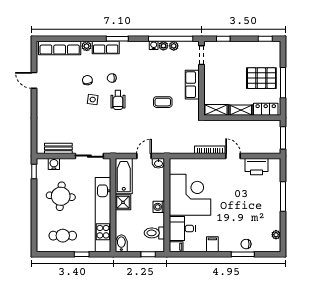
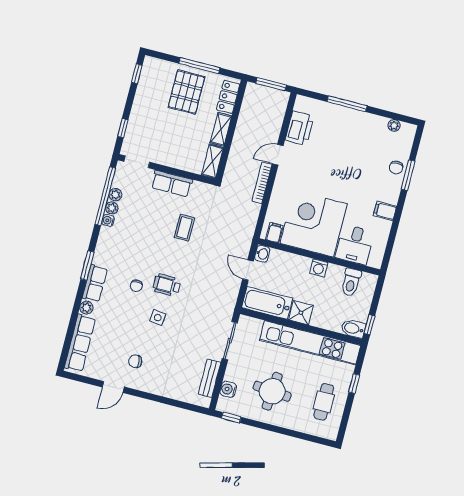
chair: (87, 80) -> (135, 361), moved
wheelchair: (118, 100) -> (167, 285), turned 180
filing cabinet: (176, 247) -> (274, 233), moved
window: (148, 254) -> (369, 325), moved

